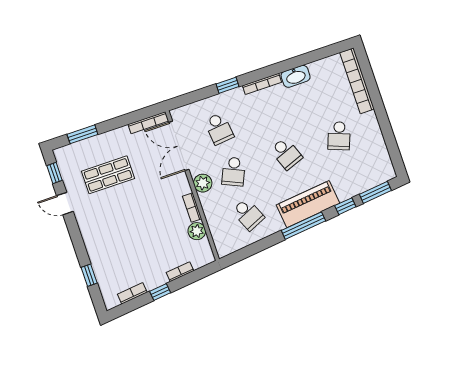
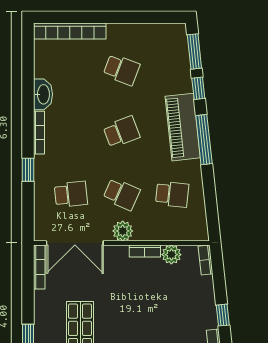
school desk: (248, 214) -> (172, 194), turned 30
bookcase: (180, 272) -> (206, 260), moved

